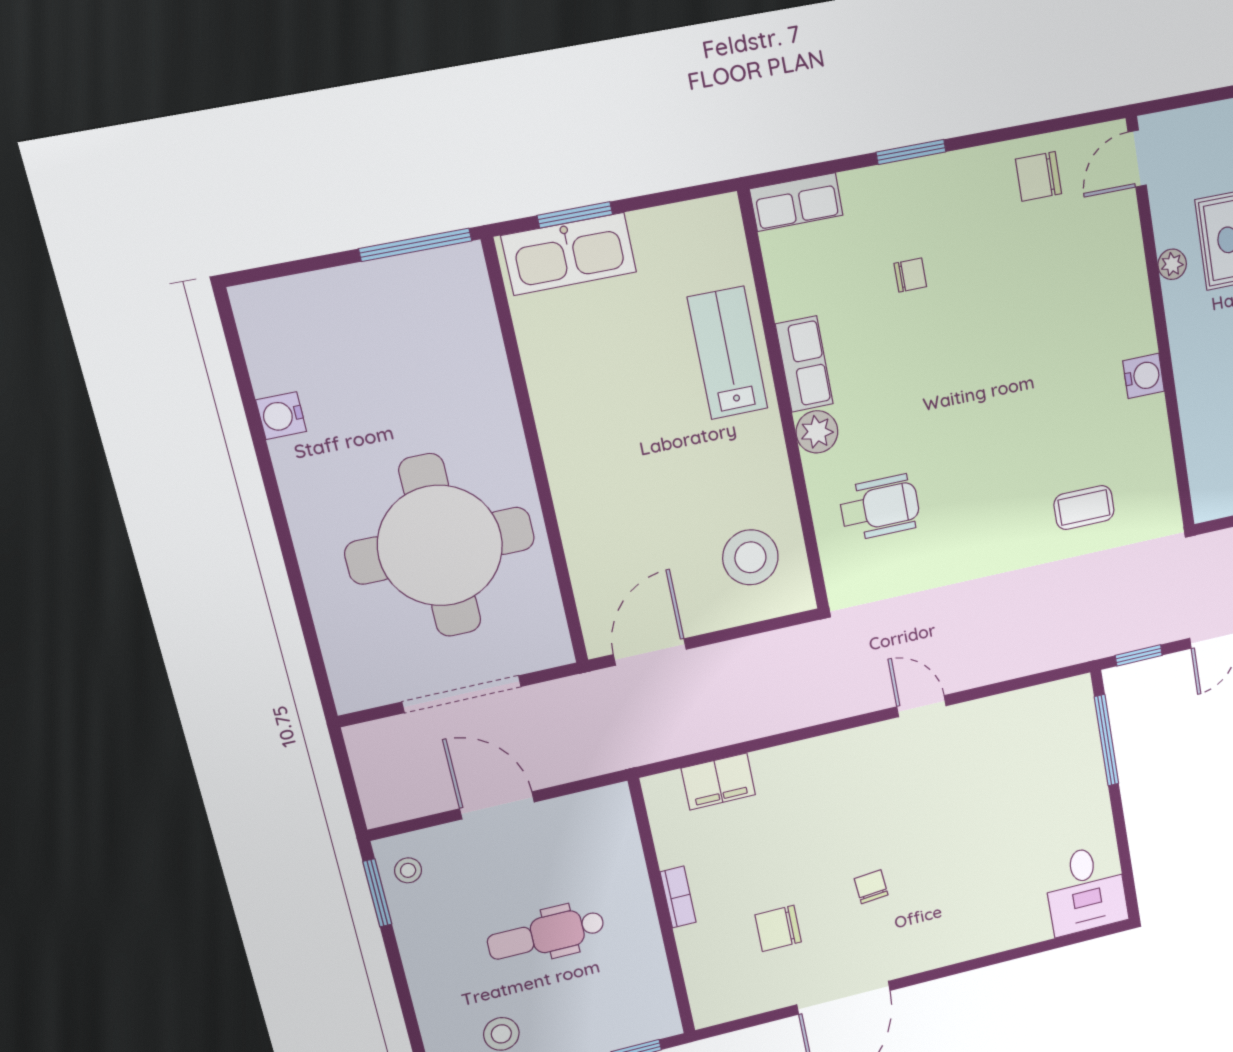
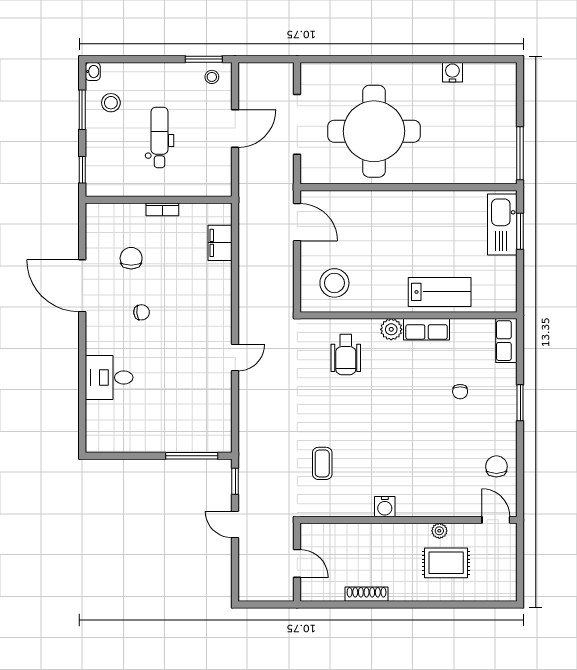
desk: (1086, 890) -> (109, 377), moved

